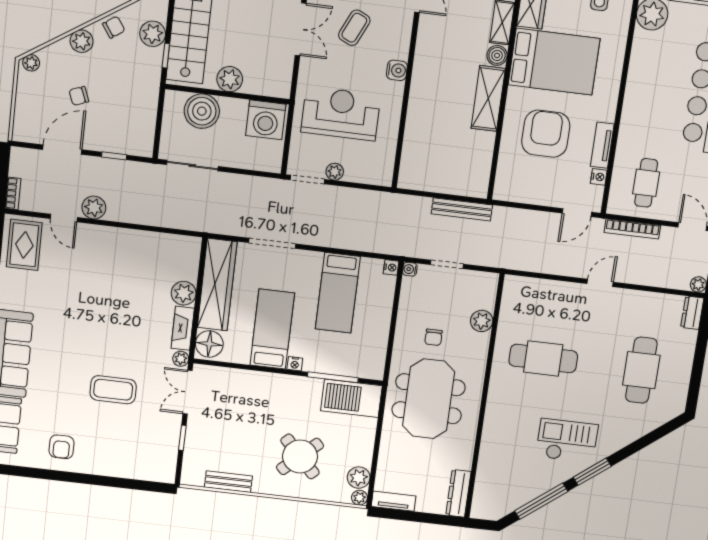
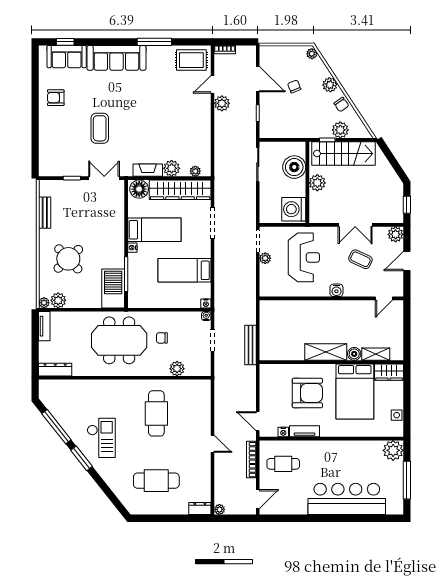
plant: (181, 359) -> (195, 171), moved

